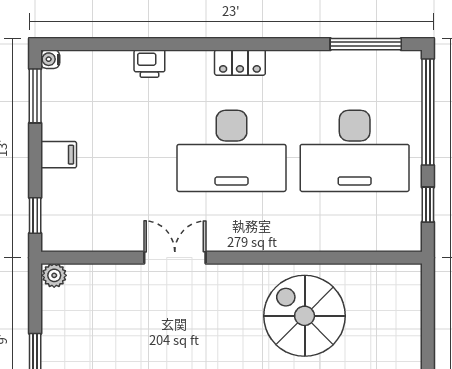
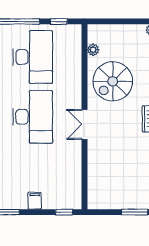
double door: (175, 258) -> (84, 124), moved
plant: (54, 275) -> (93, 50), moved

